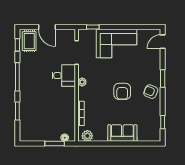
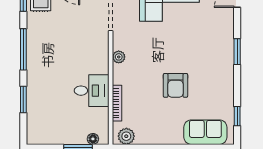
desk: (64, 76) -> (92, 91), moved
armchair: (122, 91) -> (175, 85), moved
armchair: (151, 92) -> (220, 71), removed
sofa: (122, 133) -> (205, 132), moved

